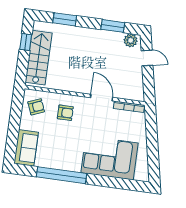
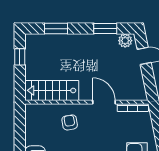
stairs: (39, 58) -> (52, 90), moved, turned -90
armchair: (36, 107) -> (39, 121), removed
armchair: (65, 113) -> (70, 122), turned -100

